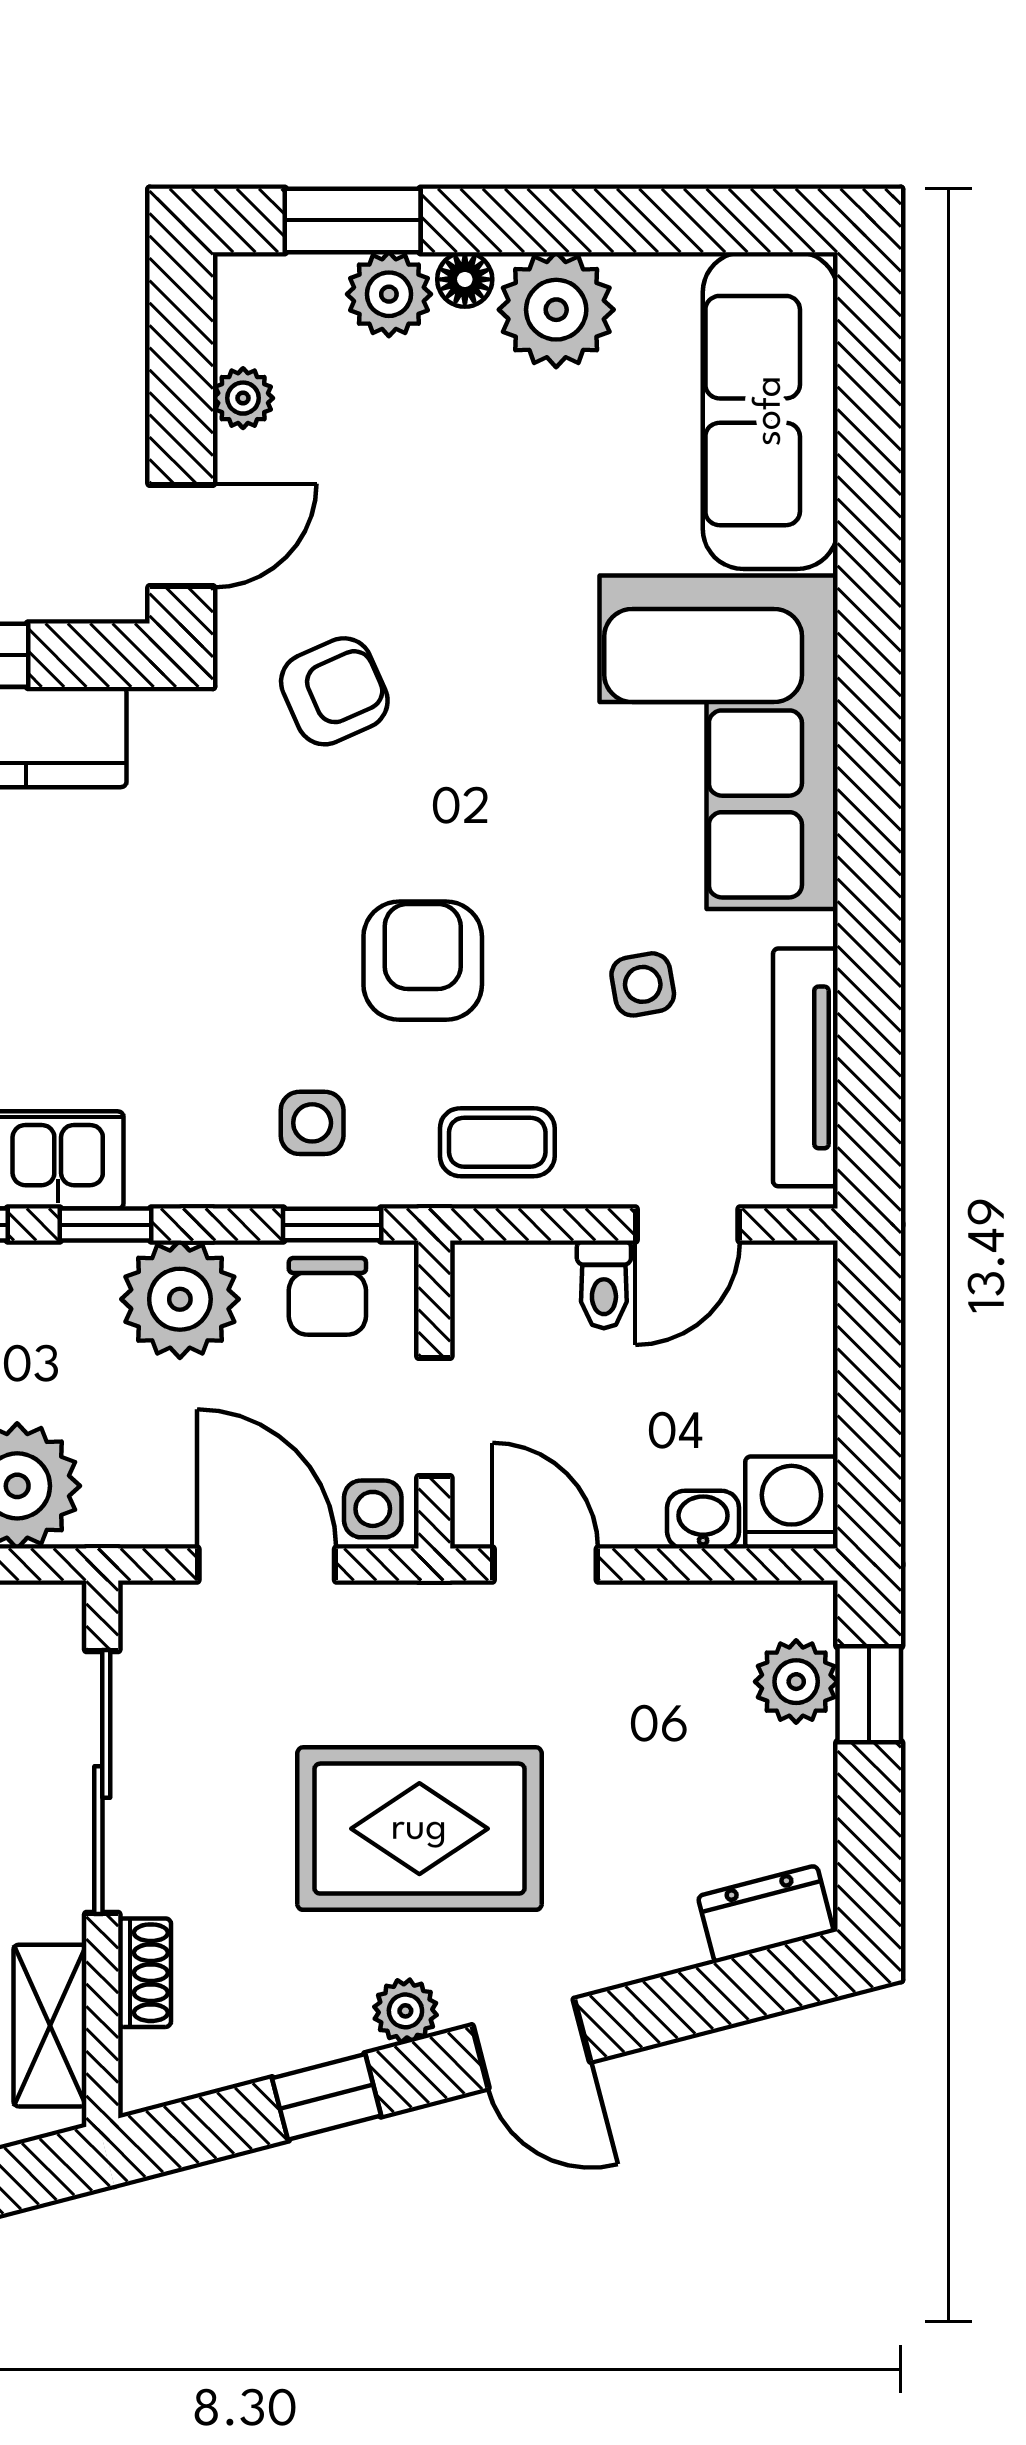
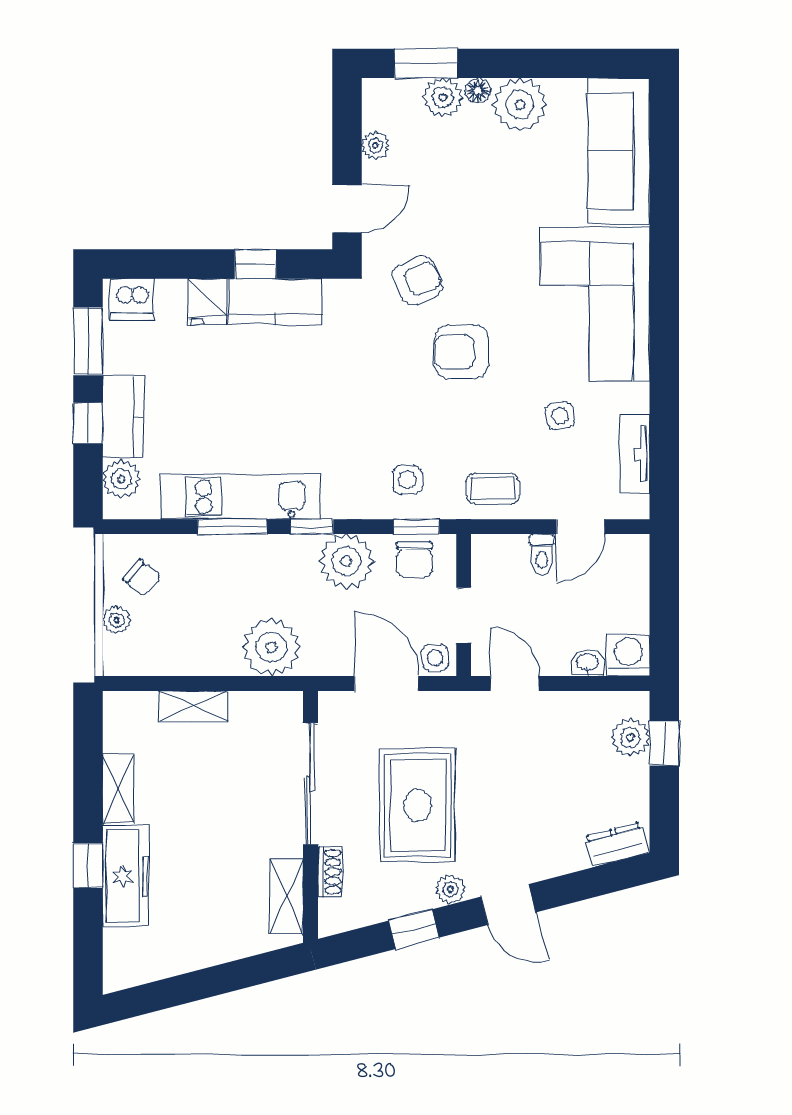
armchair: (423, 961) -> (461, 352), moved, turned -90
tv unit: (805, 1067) -> (635, 454), width x0.71
rug: (419, 1829) -> (418, 805), moved, turned 90

